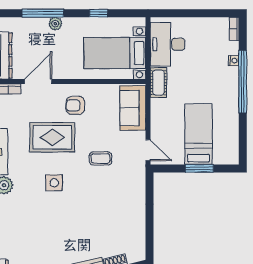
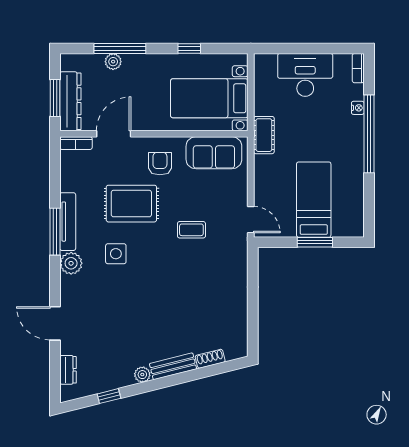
plant: (55, 24) -> (113, 62), moved
desk: (168, 44) -> (305, 75), moved, turned 90
armchair: (75, 105) -> (160, 164), turned 90
sofa: (133, 108) -> (214, 153), moved, turned -90
side table: (54, 183) -> (116, 254), moved

